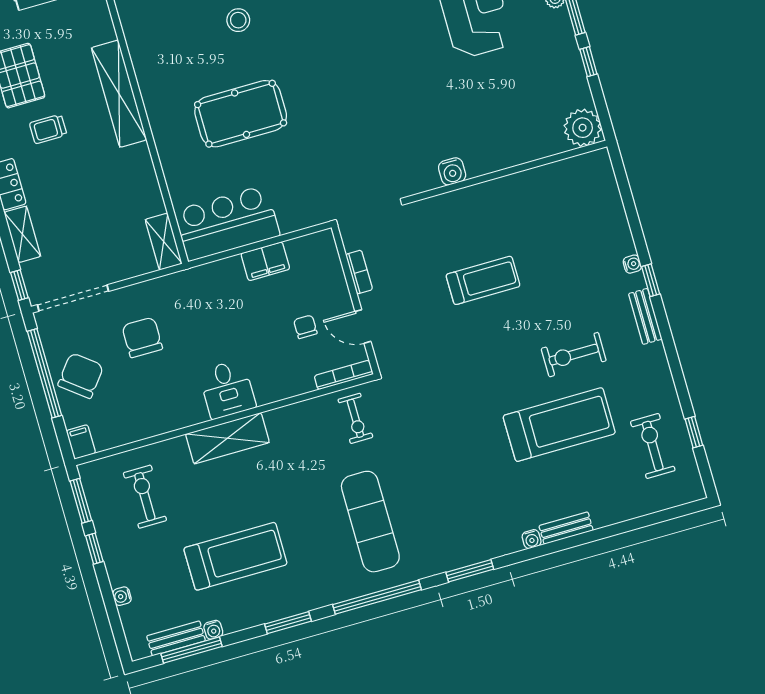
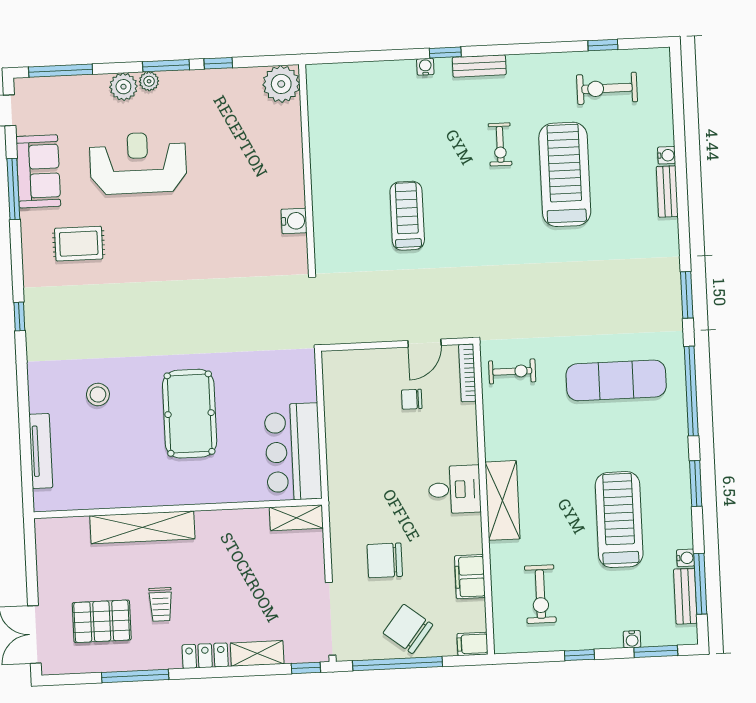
filing cabinet: (265, 261) -> (470, 577), moved, turned 180
bookcase: (359, 272) -> (371, 334), removed
exercise bike: (574, 355) -> (500, 144), width x0.73, depth x0.72
exercise bike: (145, 497) -> (540, 594), turned -90
window: (81, 501) -> (656, 651), moved
water cooler: (532, 539) -> (667, 155), moved

